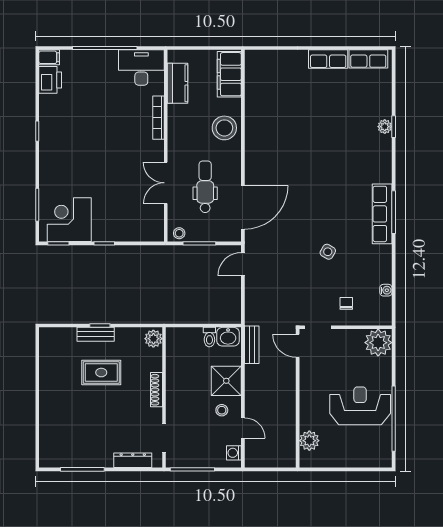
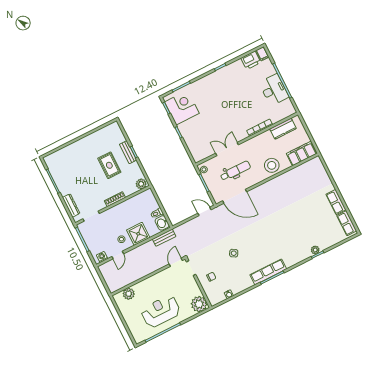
desk: (141, 68) -> (274, 90), moved
reception desk: (360, 406) -> (161, 311), turned -90

